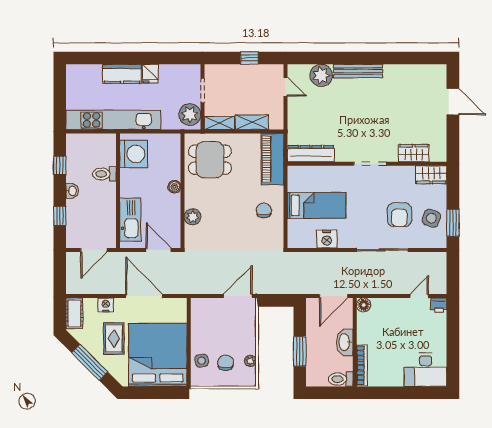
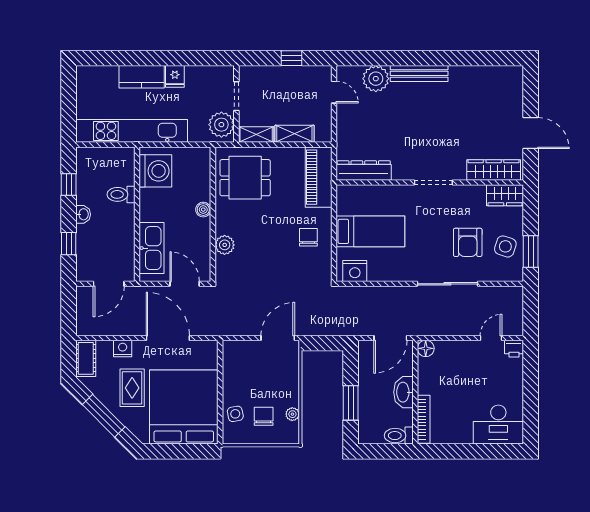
door: (453, 102) -> (531, 133), moved
wardrobe: (414, 153) -> (494, 170), width x1.50
nightstand: (327, 239) -> (355, 271), moved

